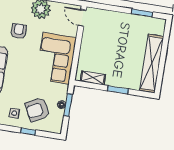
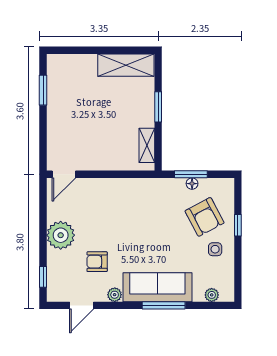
corner sofa: (56, 58) -> (127, 202), removed
shelving: (152, 63) -> (126, 65), width x0.68

